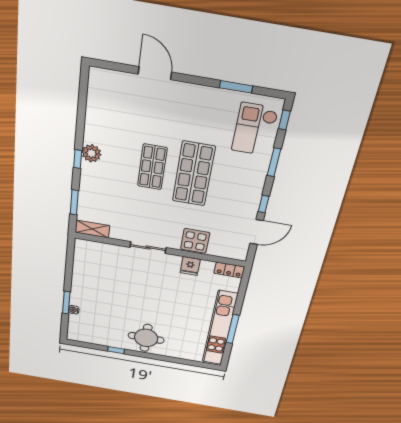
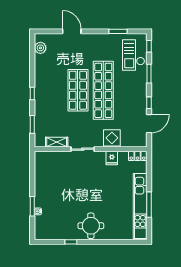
plant: (91, 153) -> (40, 48), moved
shop shelf: (152, 167) -> (78, 90), width x1.43, depth x1.36
shop shelf: (194, 174) -> (103, 90), width x1.40
shelving: (92, 229) -> (57, 142), moved

